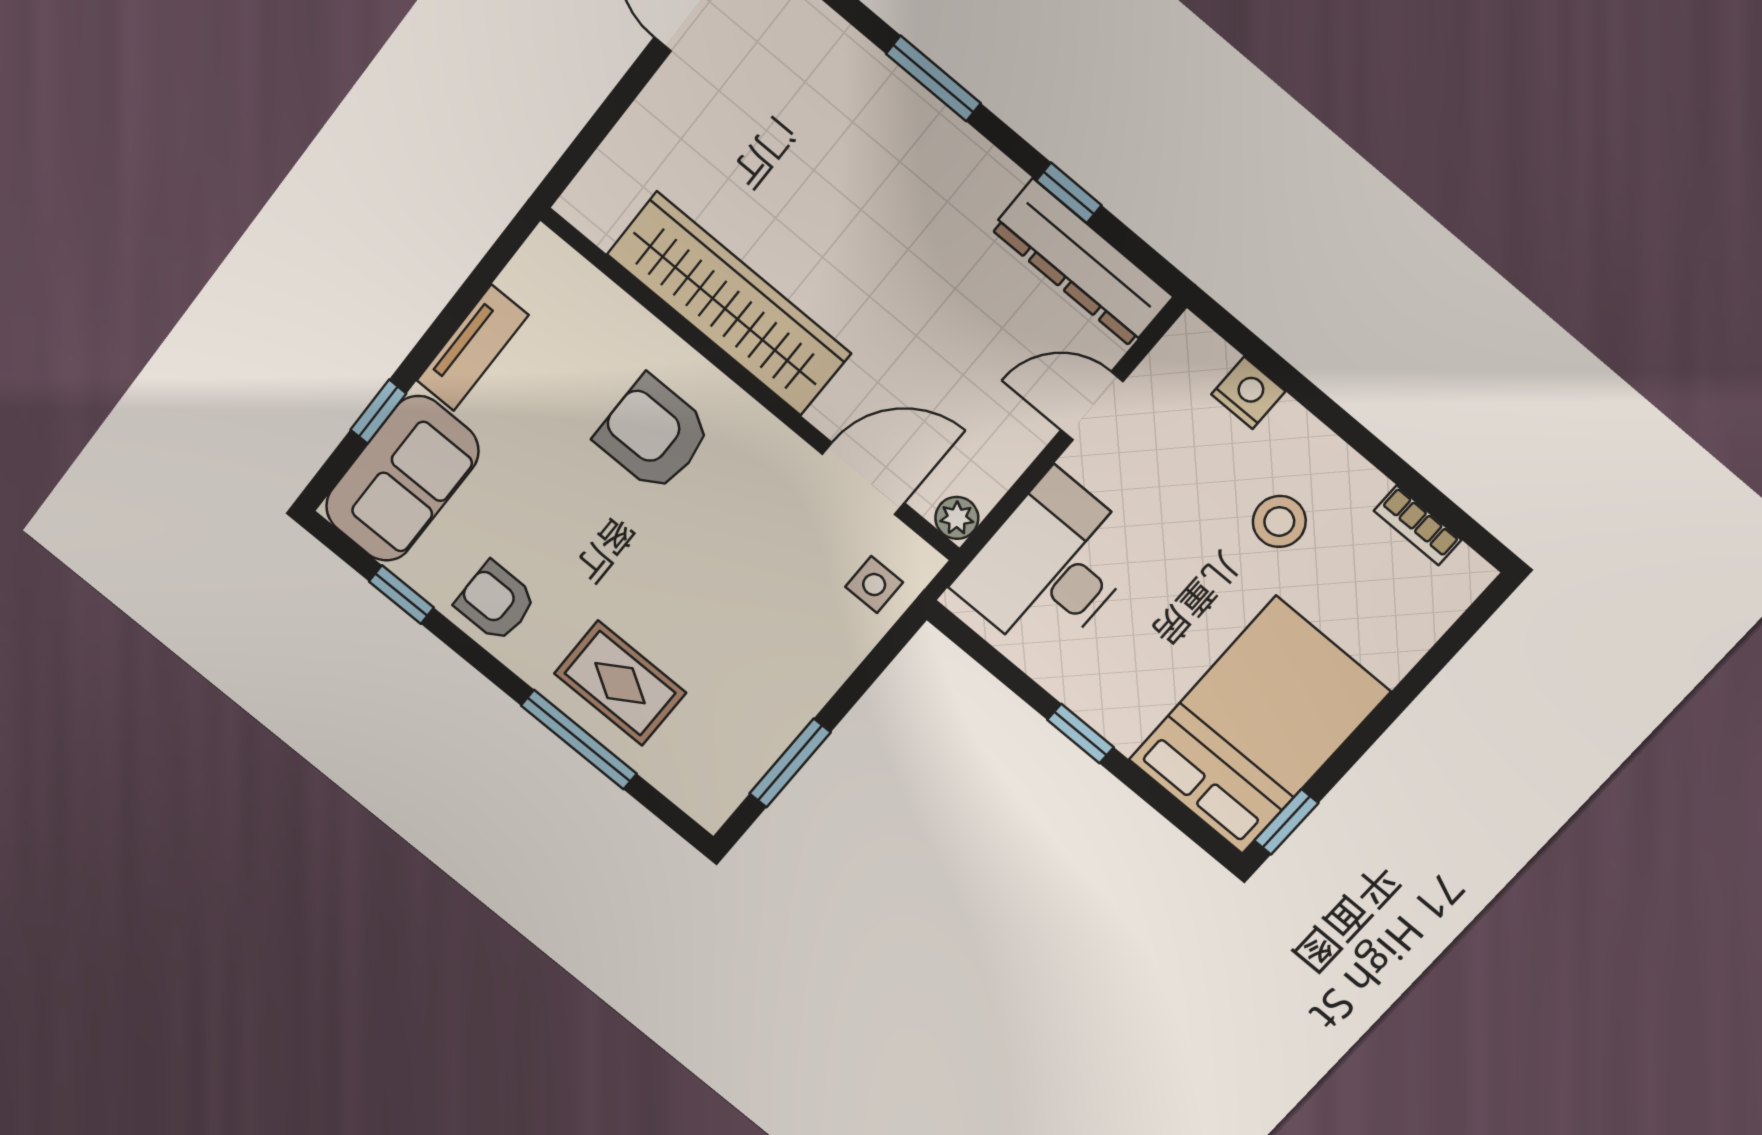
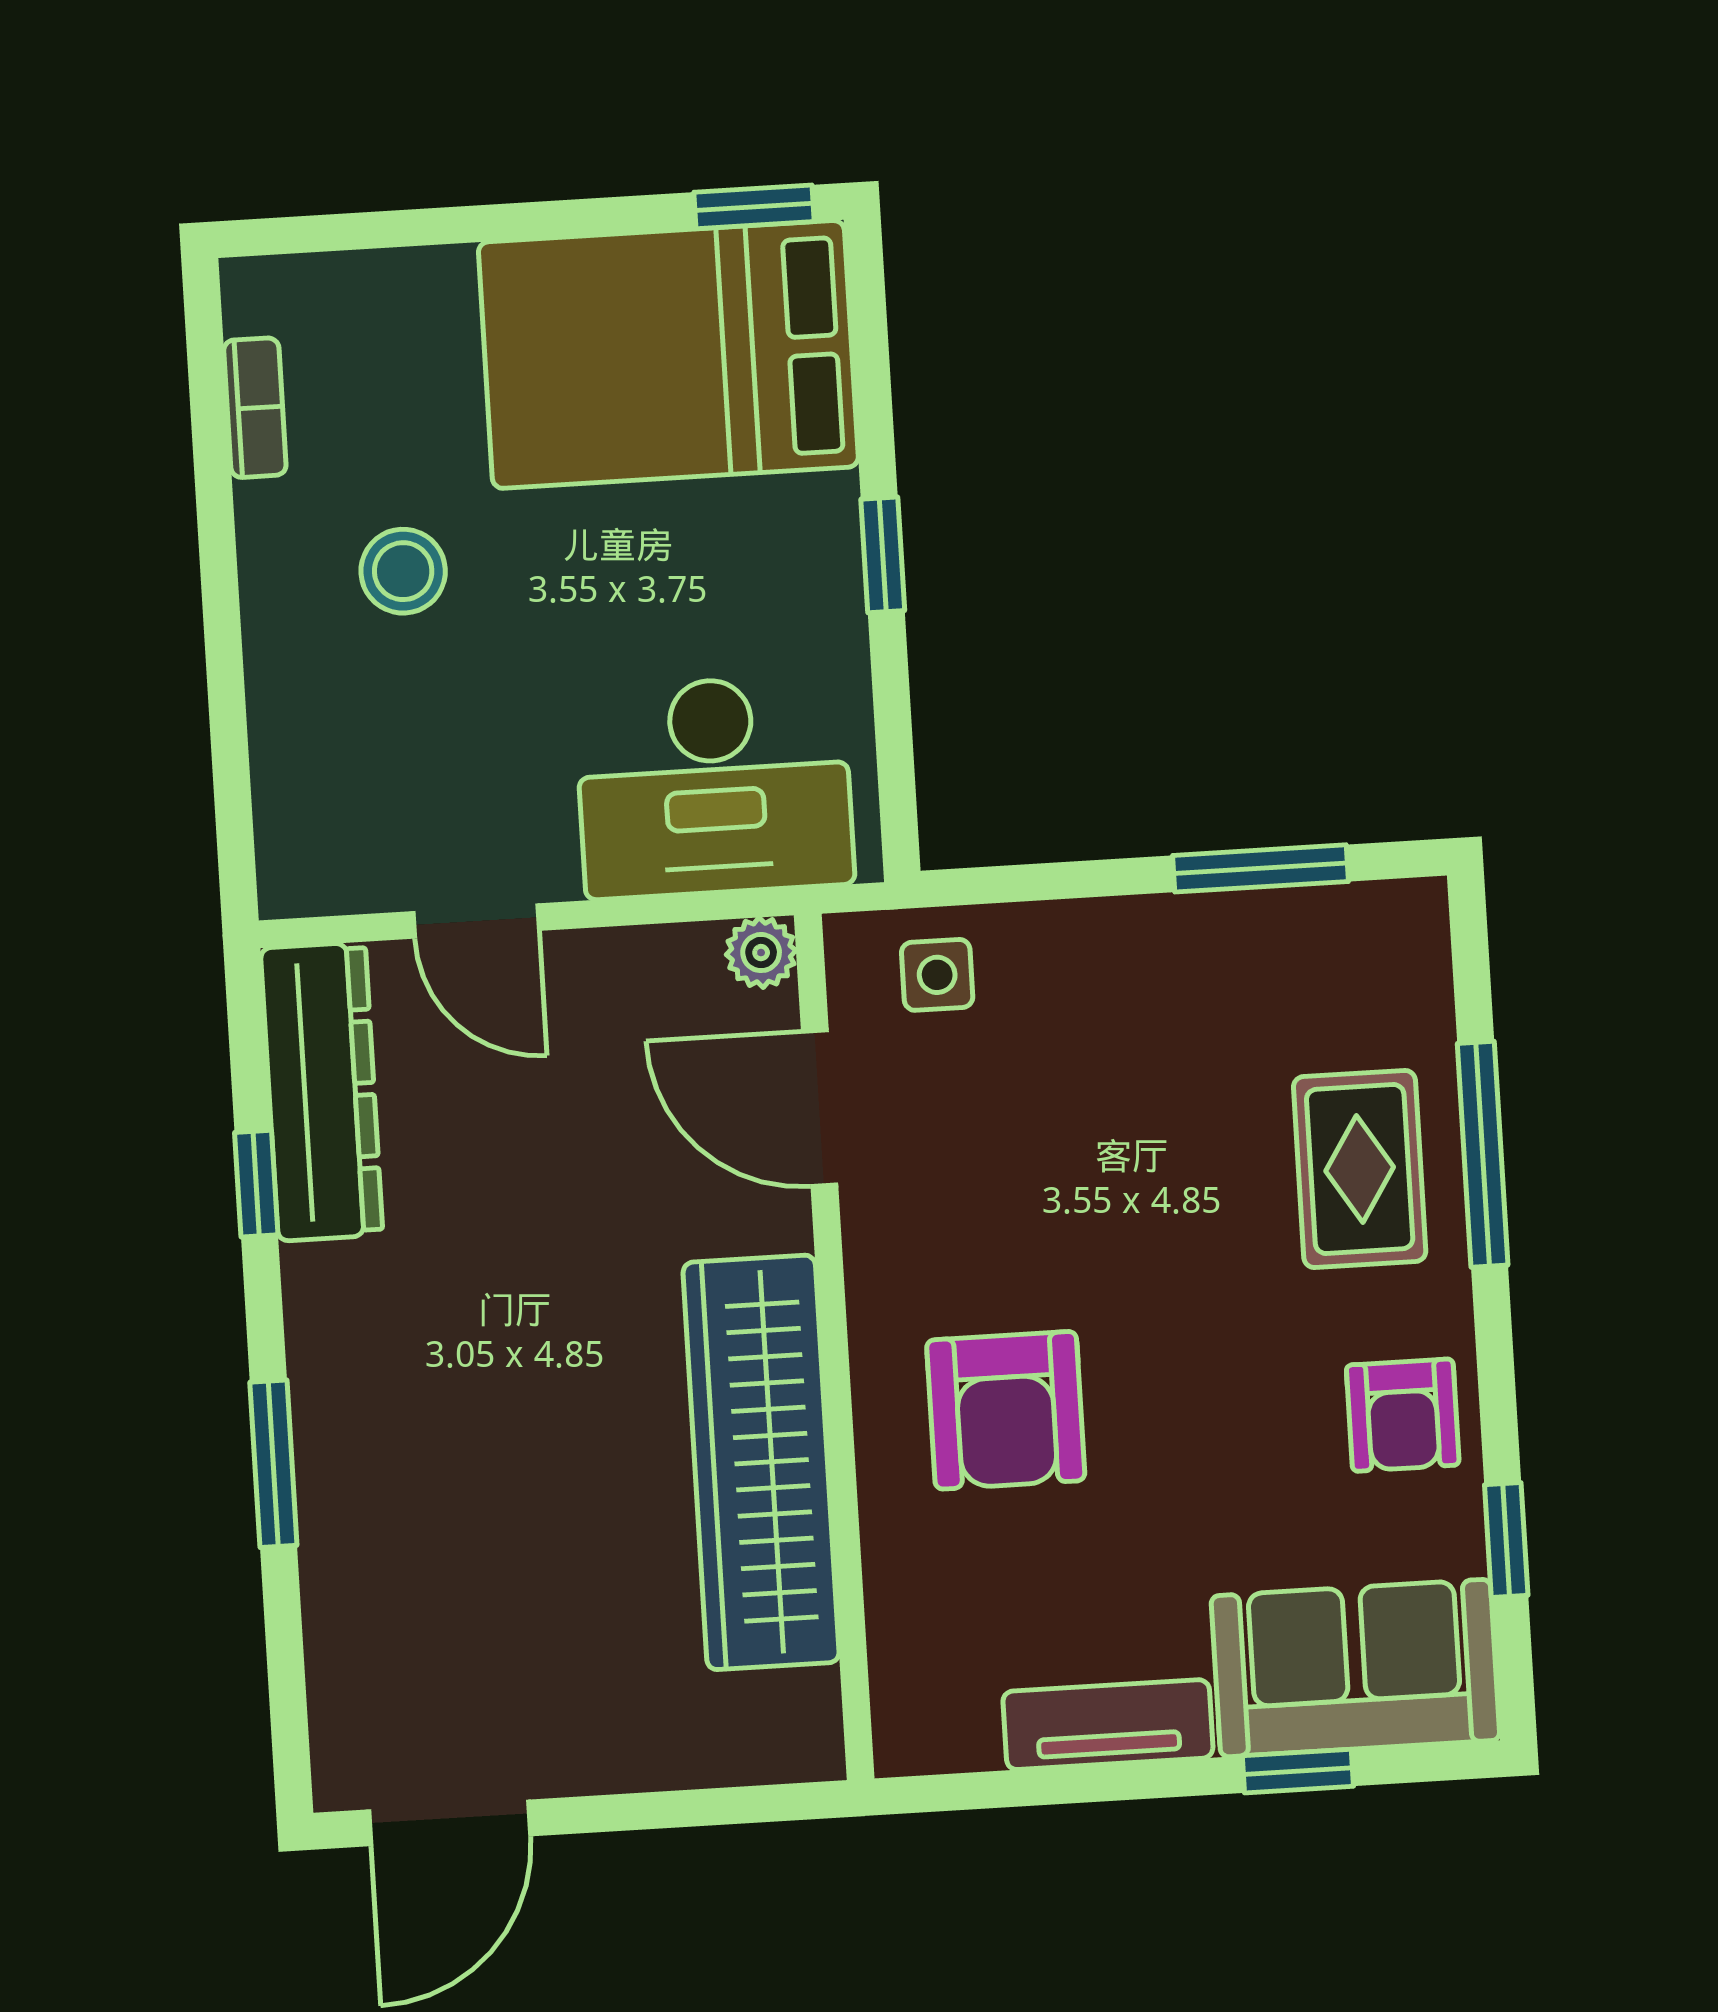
nightstand: (1248, 393) -> (289, 754), removed

